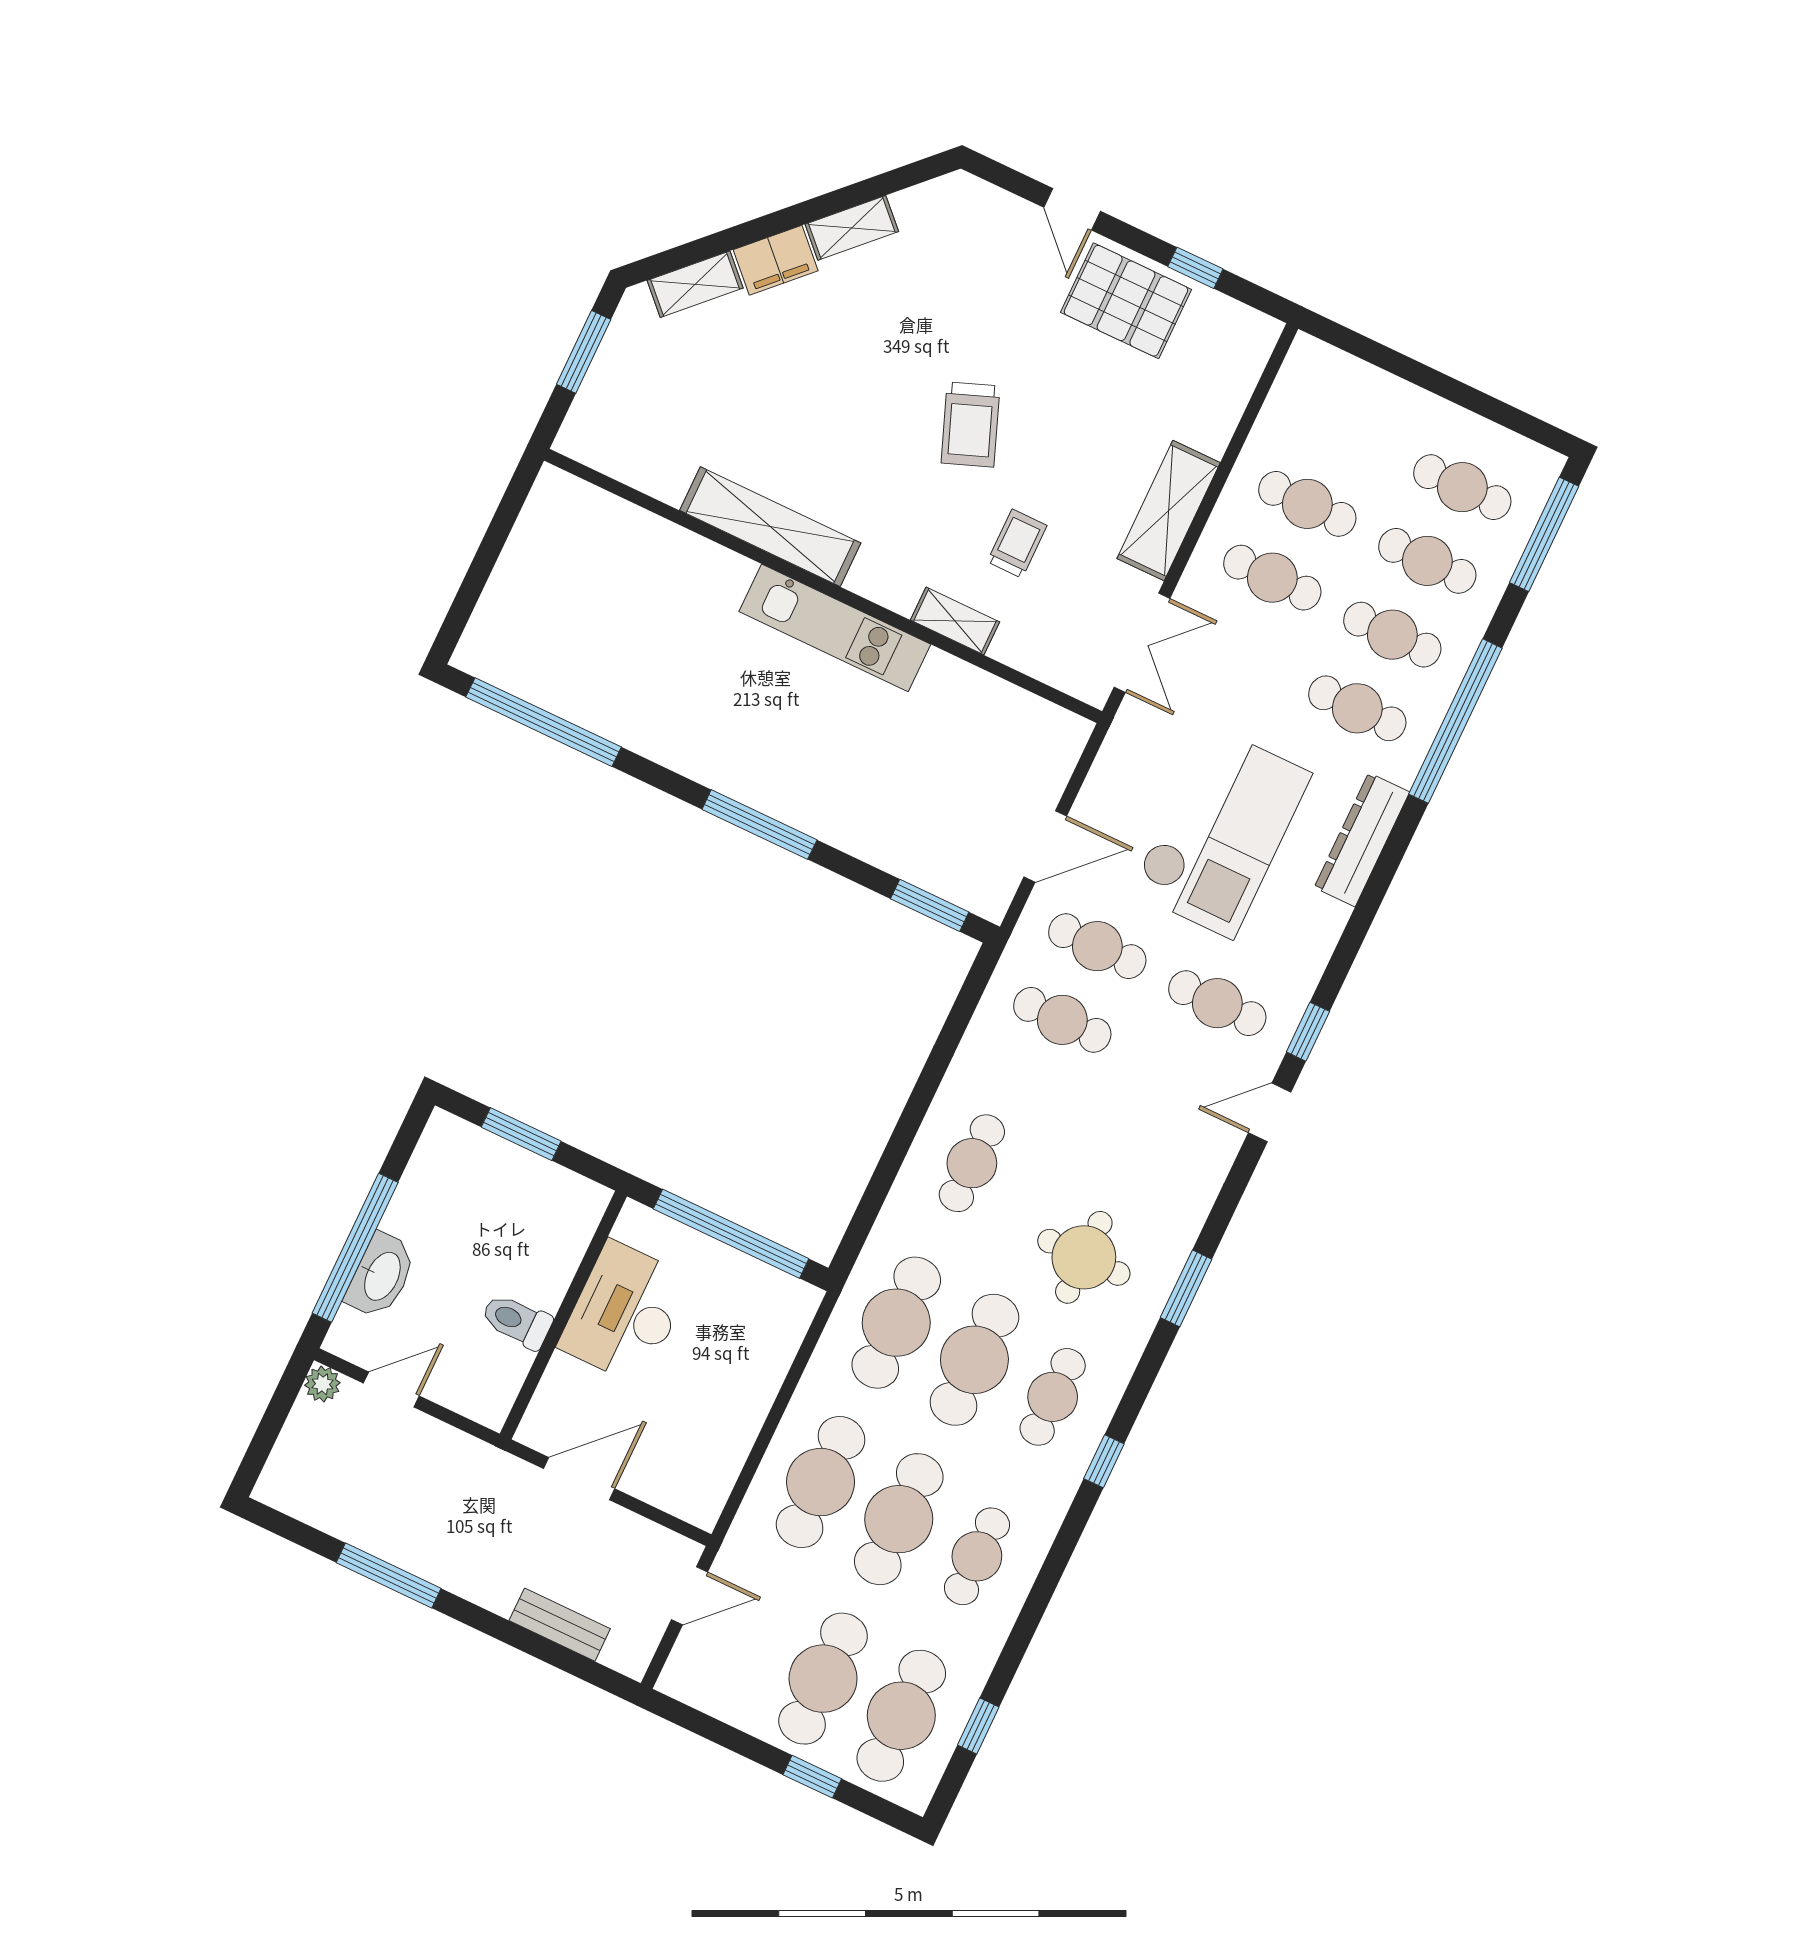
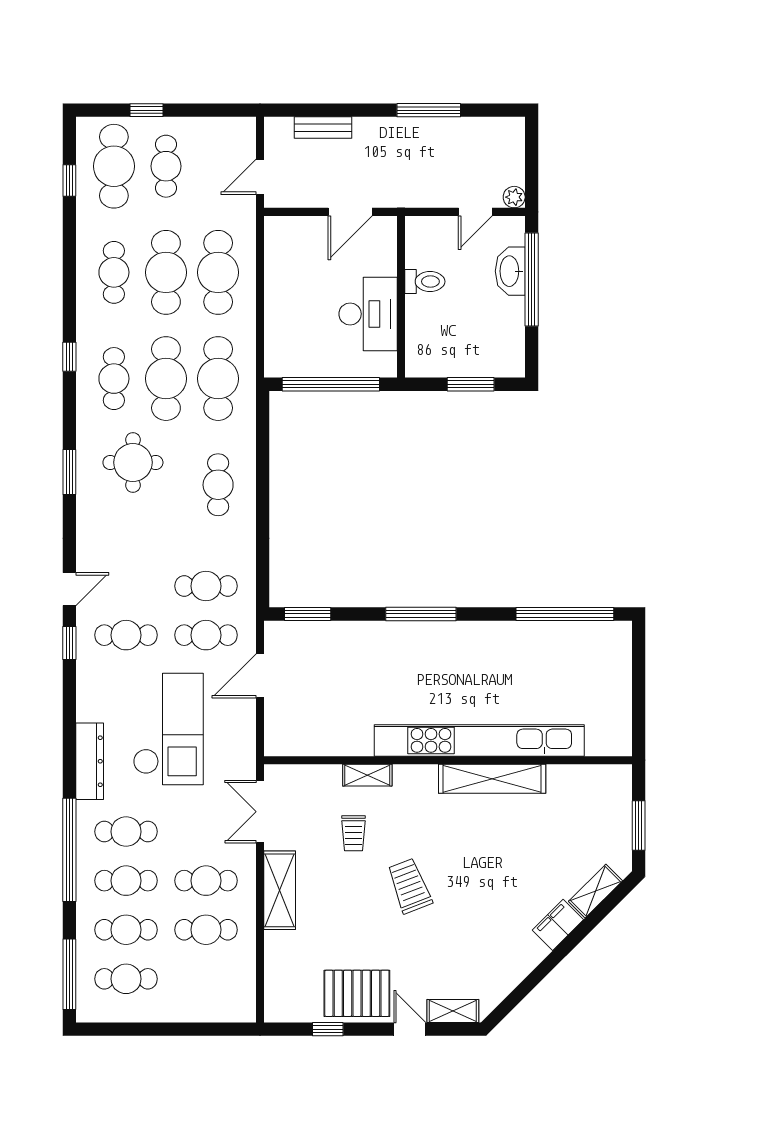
shelving: (852, 228) -> (453, 1011), moved, turned 45
kitchen unit: (835, 628) -> (479, 740), width x1.86
checkout: (1221, 832) -> (168, 729), turned 180
cafe table: (823, 1679) -> (166, 166), width x0.73, depth x0.74

